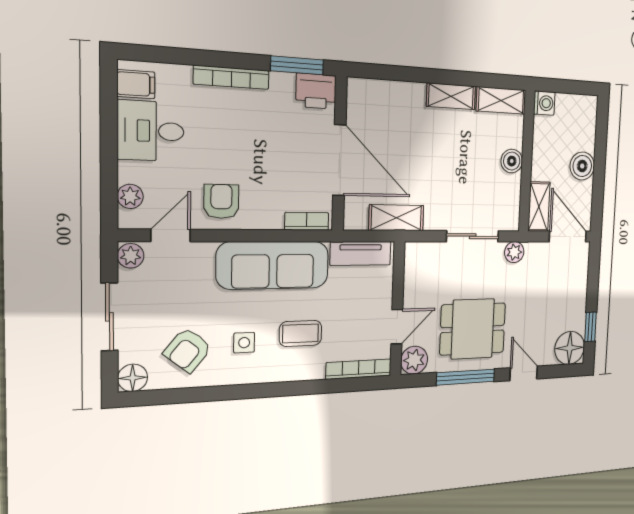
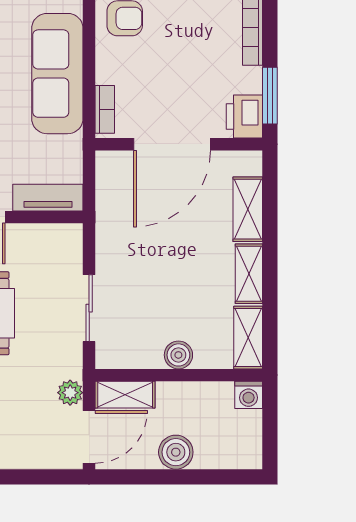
shelving: (396, 218) -> (248, 209), moved
plant: (514, 252) -> (70, 393), moved
tv unit: (361, 253) -> (48, 198), moved, turned 90

